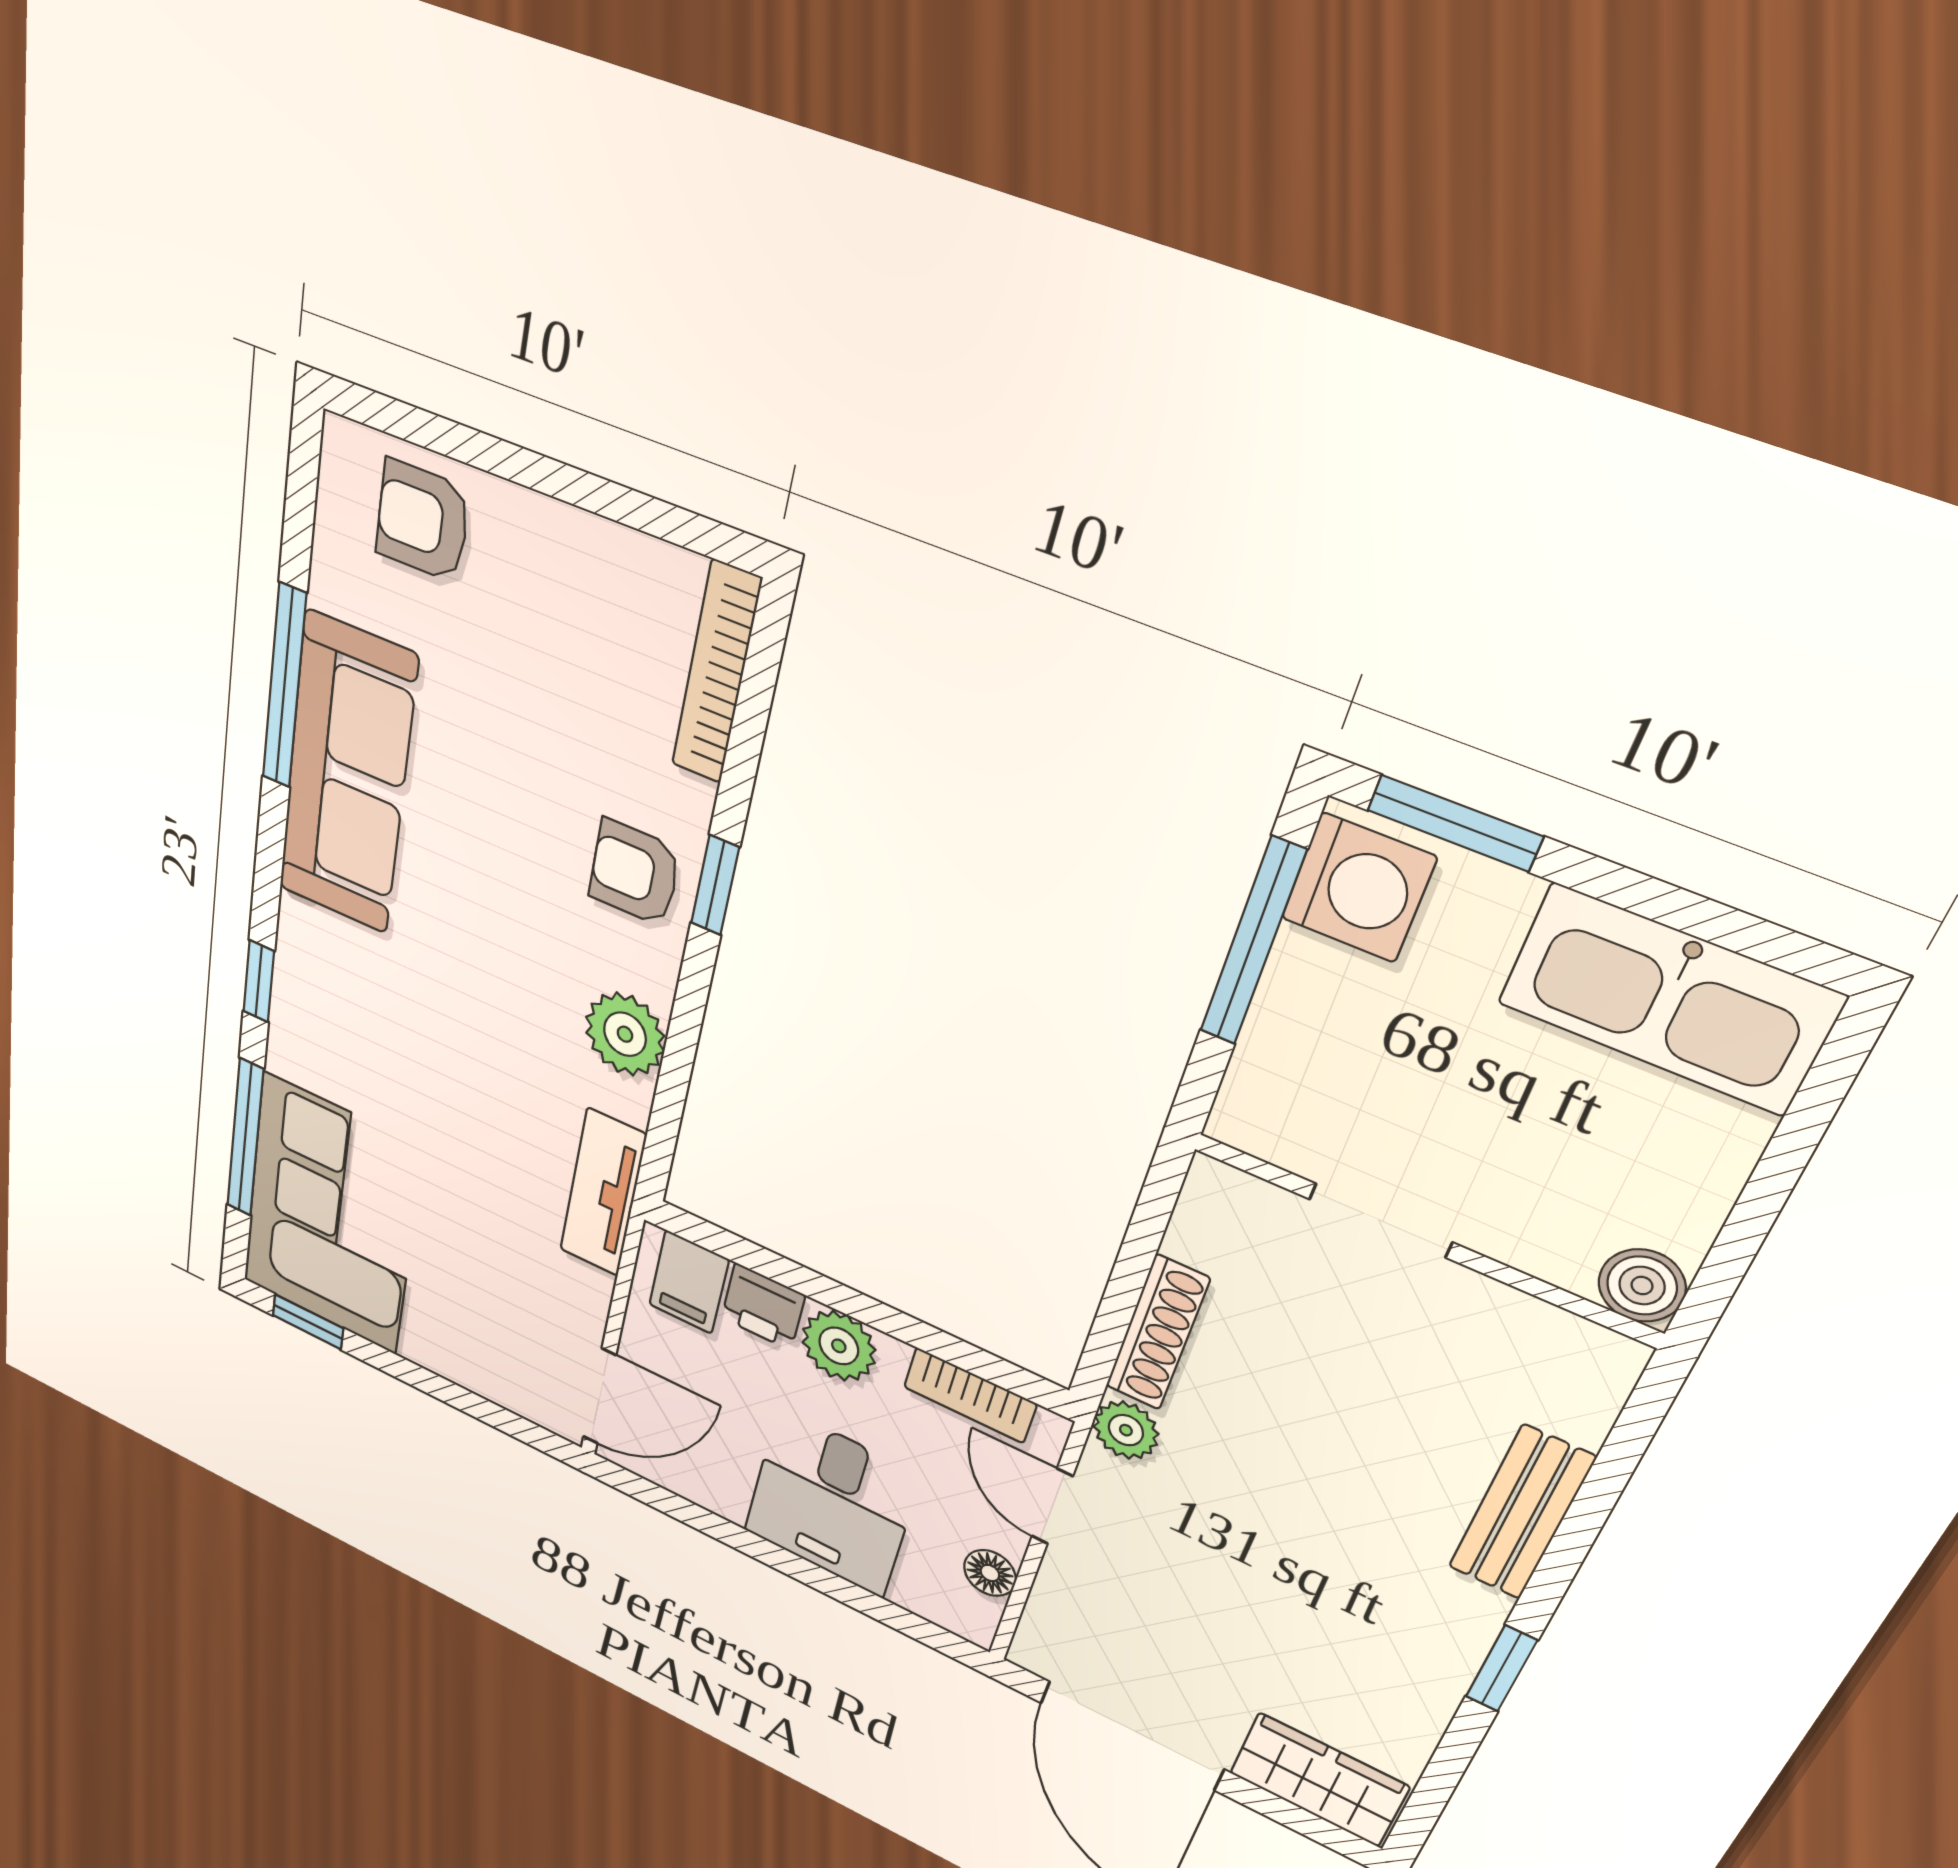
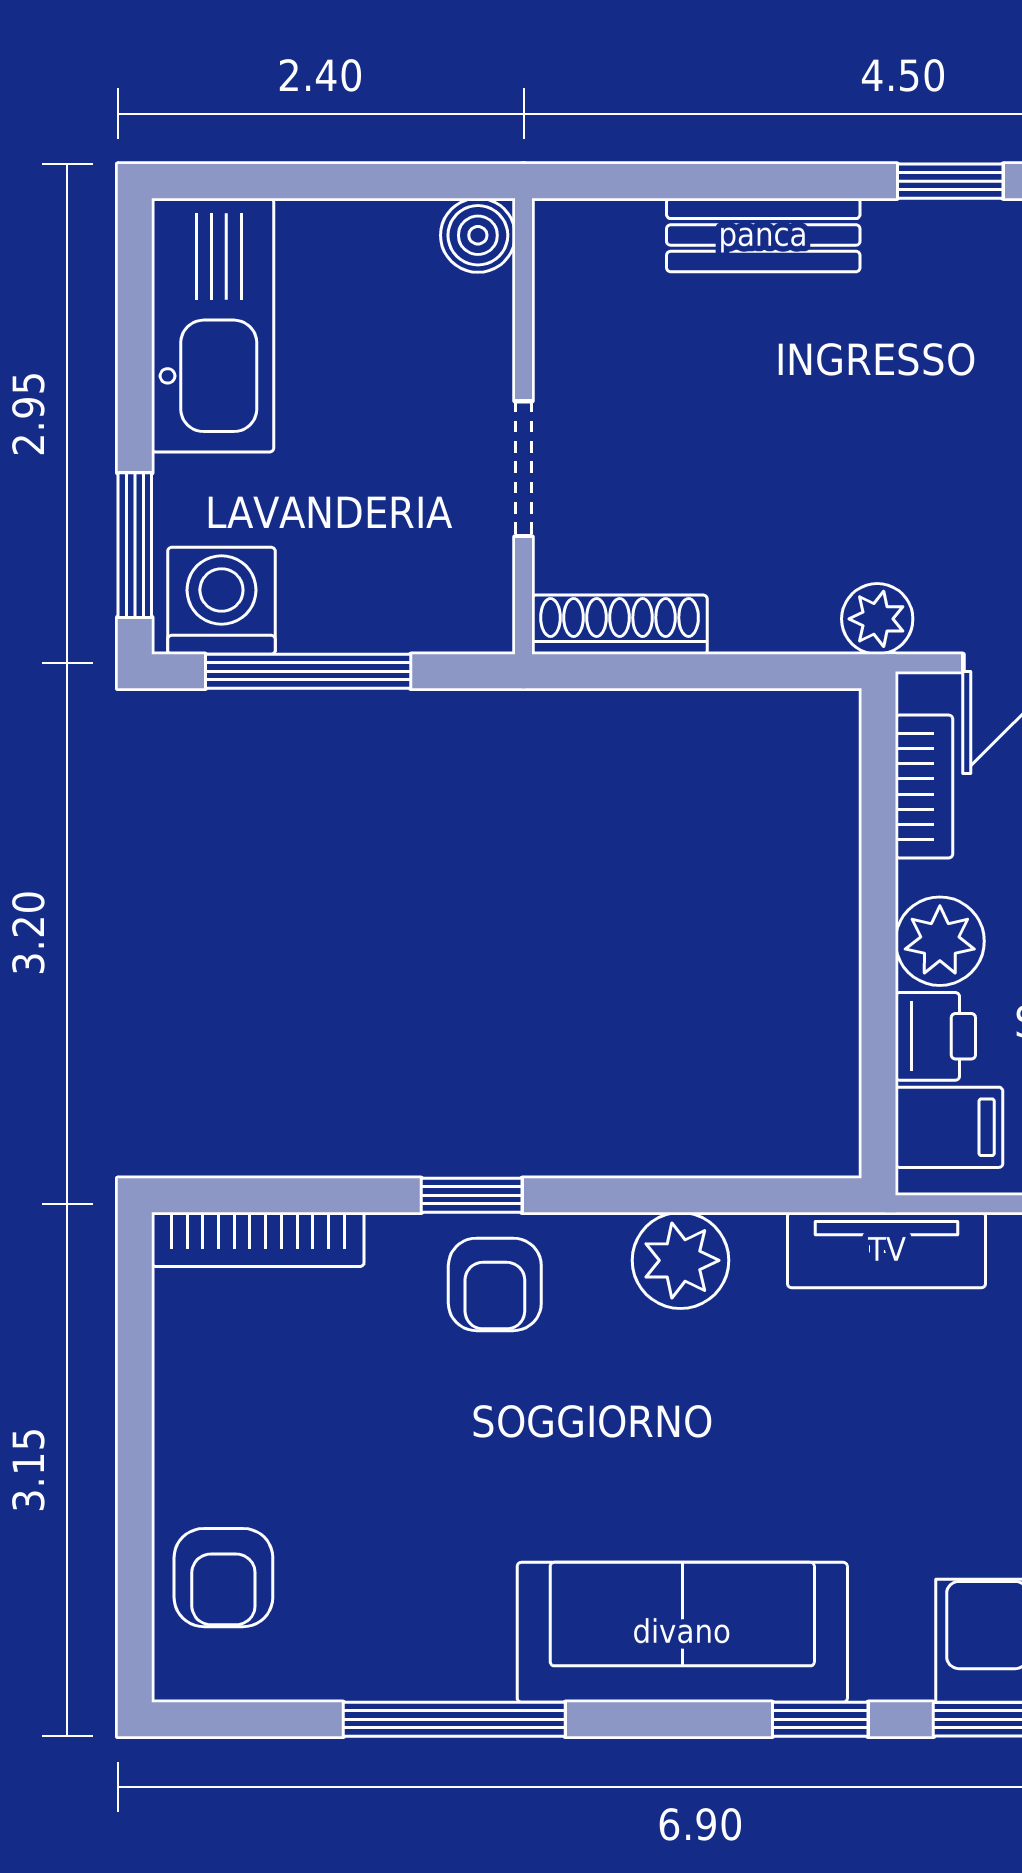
sofa: (347, 775) -> (682, 1632), moved
shoe rack: (1157, 1333) -> (620, 625), moved

